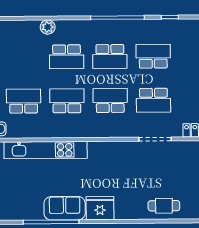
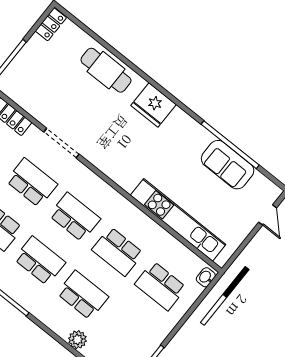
school desk: (110, 101) -> (75, 217), turned 180
cafe table: (164, 206) -> (106, 70), width x1.37, depth x1.35
sofa: (65, 208) -> (228, 165), moved
fridge: (100, 208) -> (154, 105), moved

